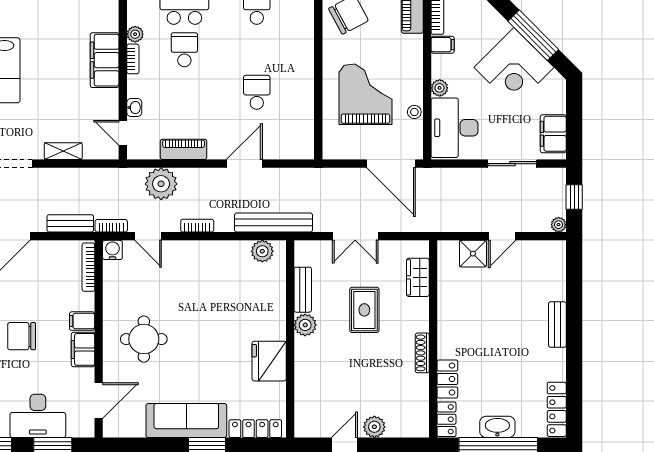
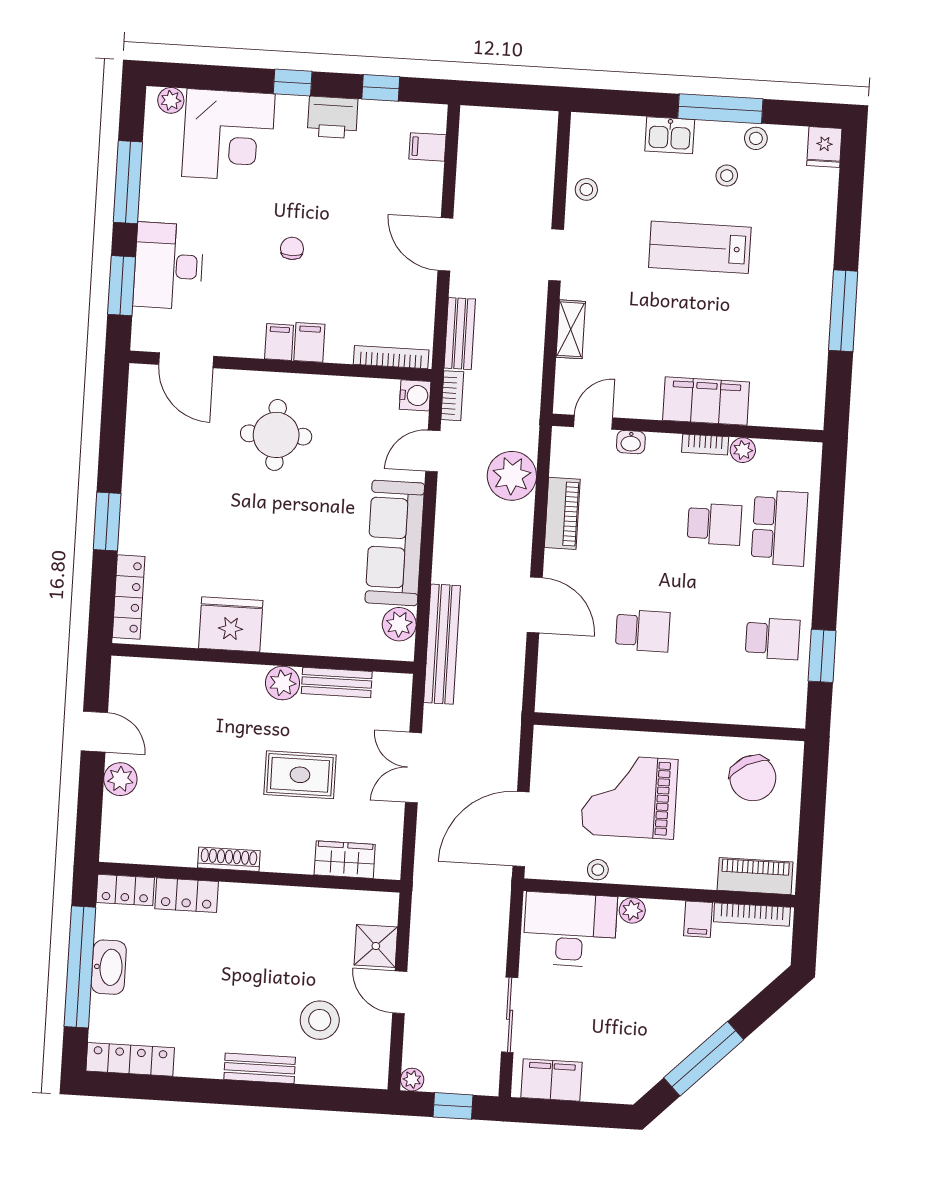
corner desk: (514, 67) -> (657, 1026), removed
grand piano: (365, 94) -> (629, 797), turned 180
bookcase: (197, 226) -> (444, 527), removed
stool: (523, 287) -> (320, 1020), added
chair: (22, 336) -> (292, 248), width x0.54, depth x0.54
filing cabinet: (83, 349) -> (279, 342), width x0.50
sofa: (186, 421) -> (395, 543), moved, turned 180

